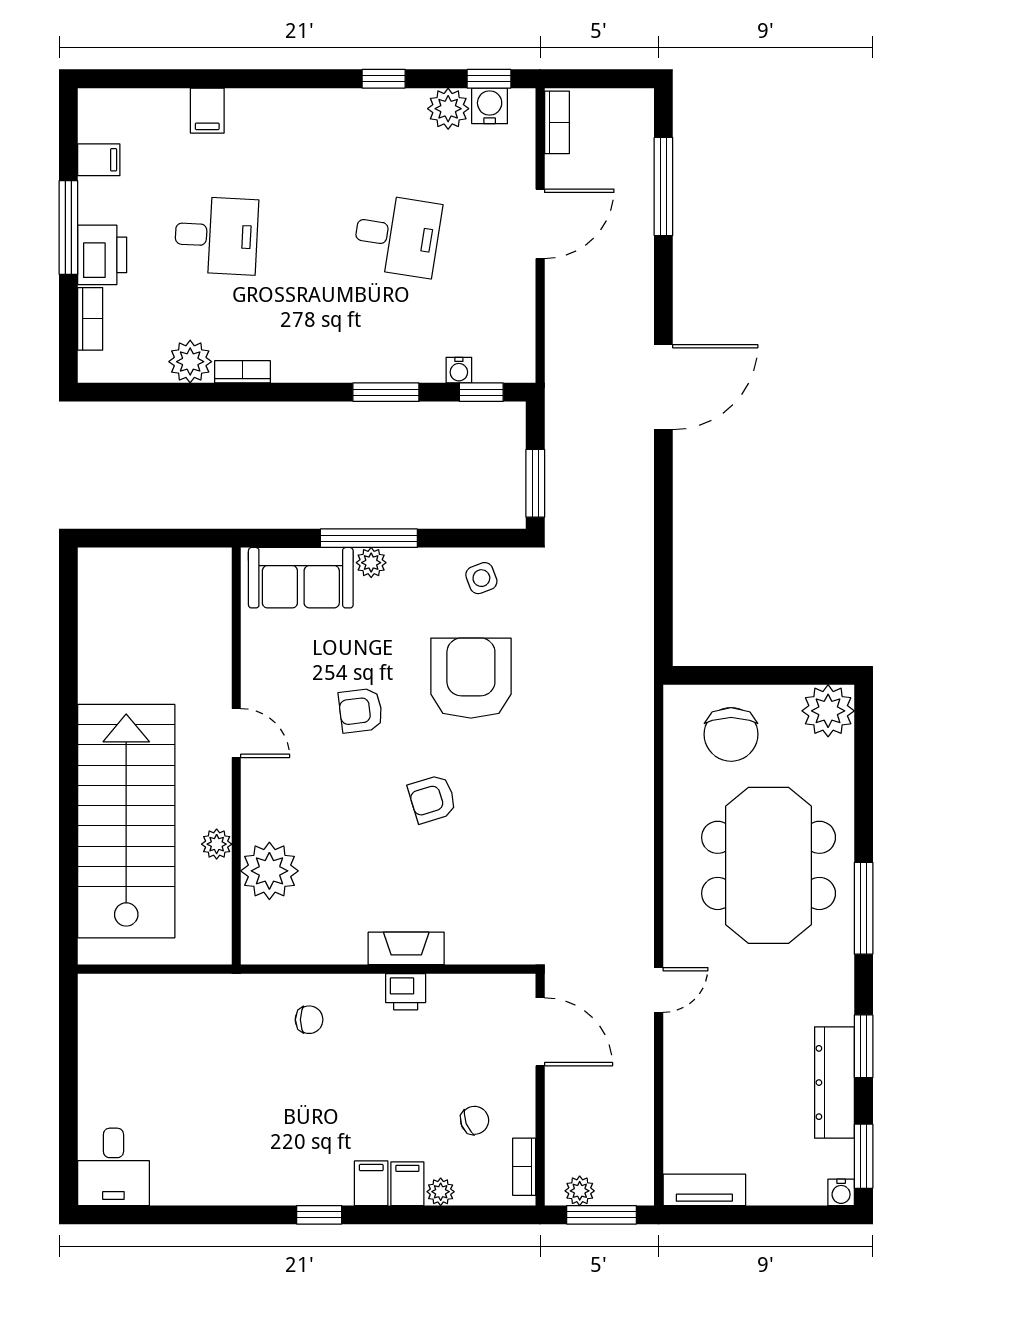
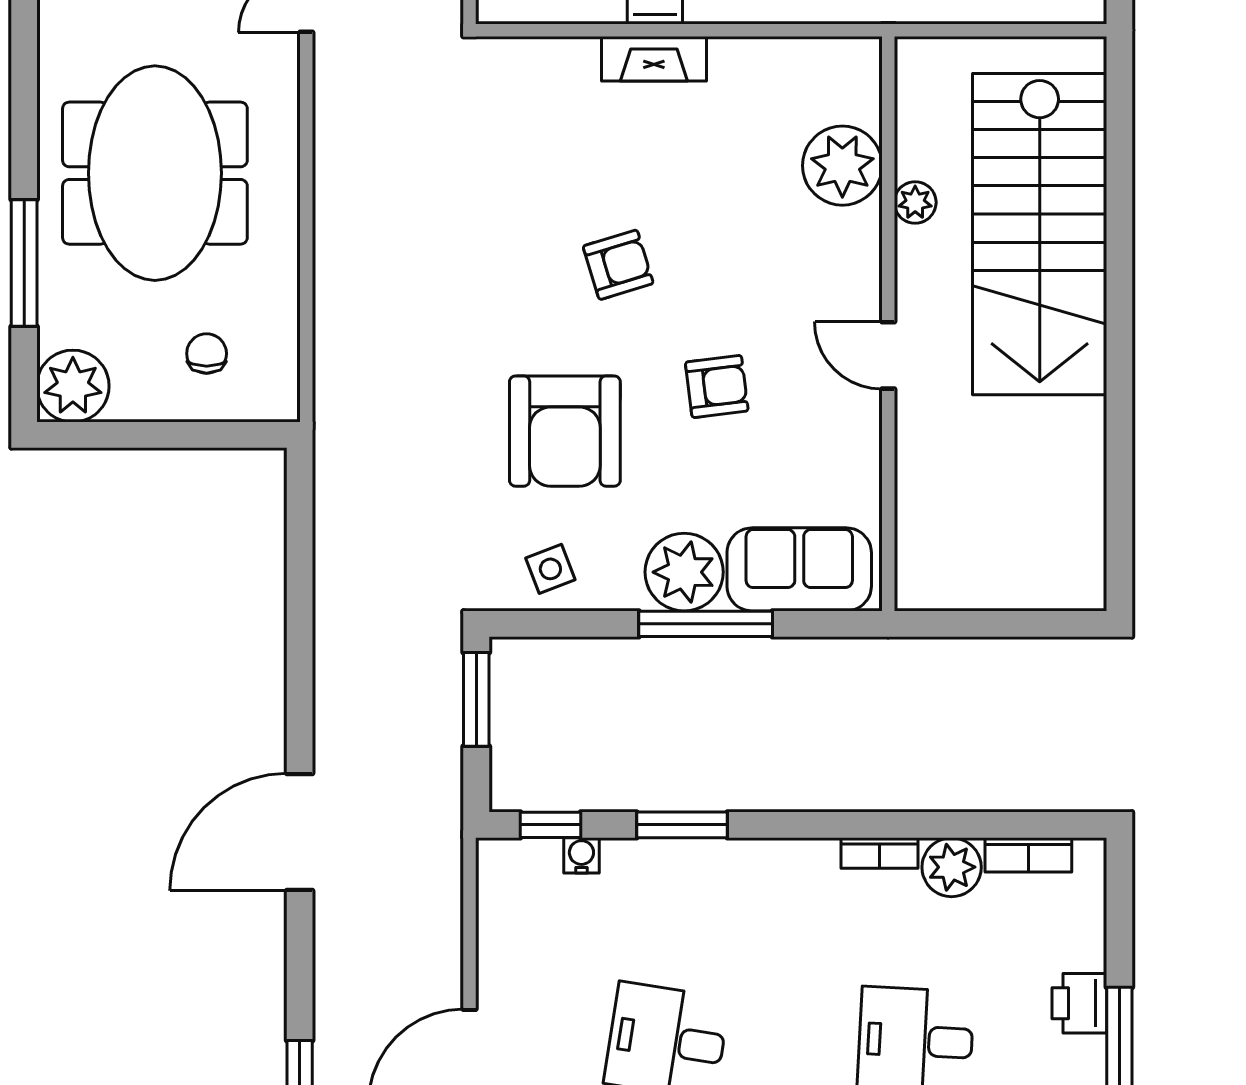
printer: (102, 255) -> (1079, 1003), width x0.73, depth x0.81
bookcase: (90, 319) -> (1028, 855), moved, turned -90
plant: (371, 563) -> (684, 572), width x1.87, depth x1.87
chair: (731, 734) -> (207, 354), width x0.54, depth x0.54
window: (864, 908) -> (24, 263), moved

